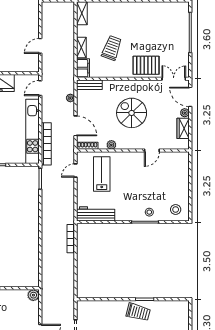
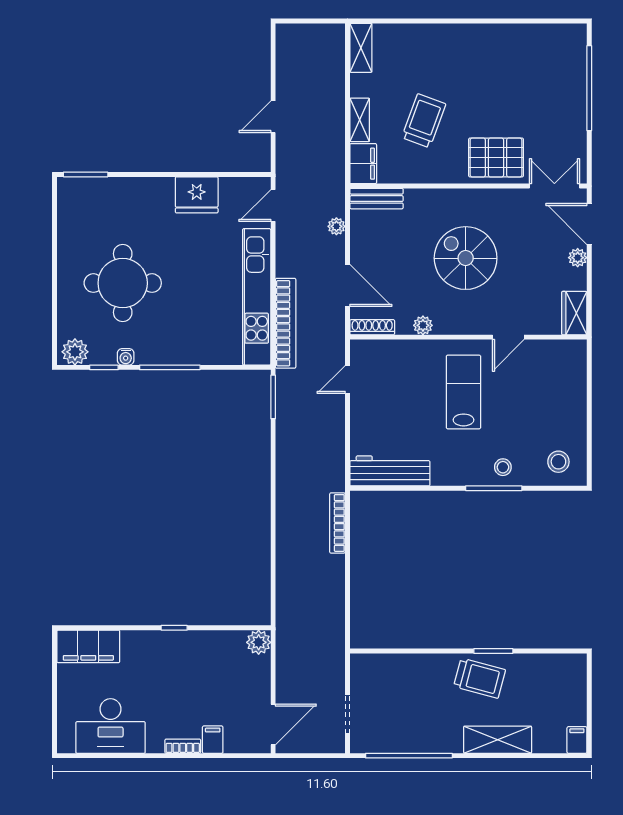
wardrobe: (183, 128) -> (574, 313), moved
lab bench: (102, 174) -> (463, 392), moved

